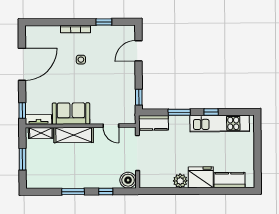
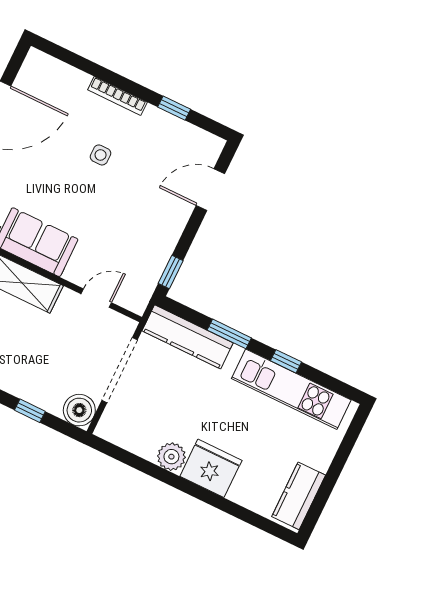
kitchen counter: (154, 123) -> (188, 337), width x1.50
door: (111, 126) -> (96, 298), swing flipped
kitchen counter: (230, 180) -> (299, 496), moved, turned -90

